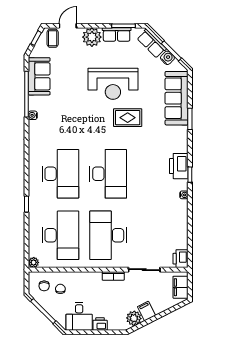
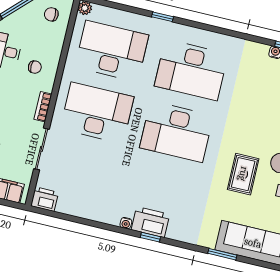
printer: (179, 166) -> (151, 222), moved
desk: (60, 235) -> (112, 51), turned 180
chair: (60, 289) -> (35, 67), moved

